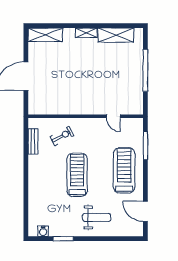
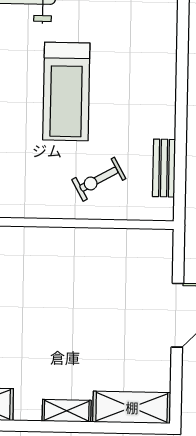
shelving: (86, 33) -> (67, 411), moved

